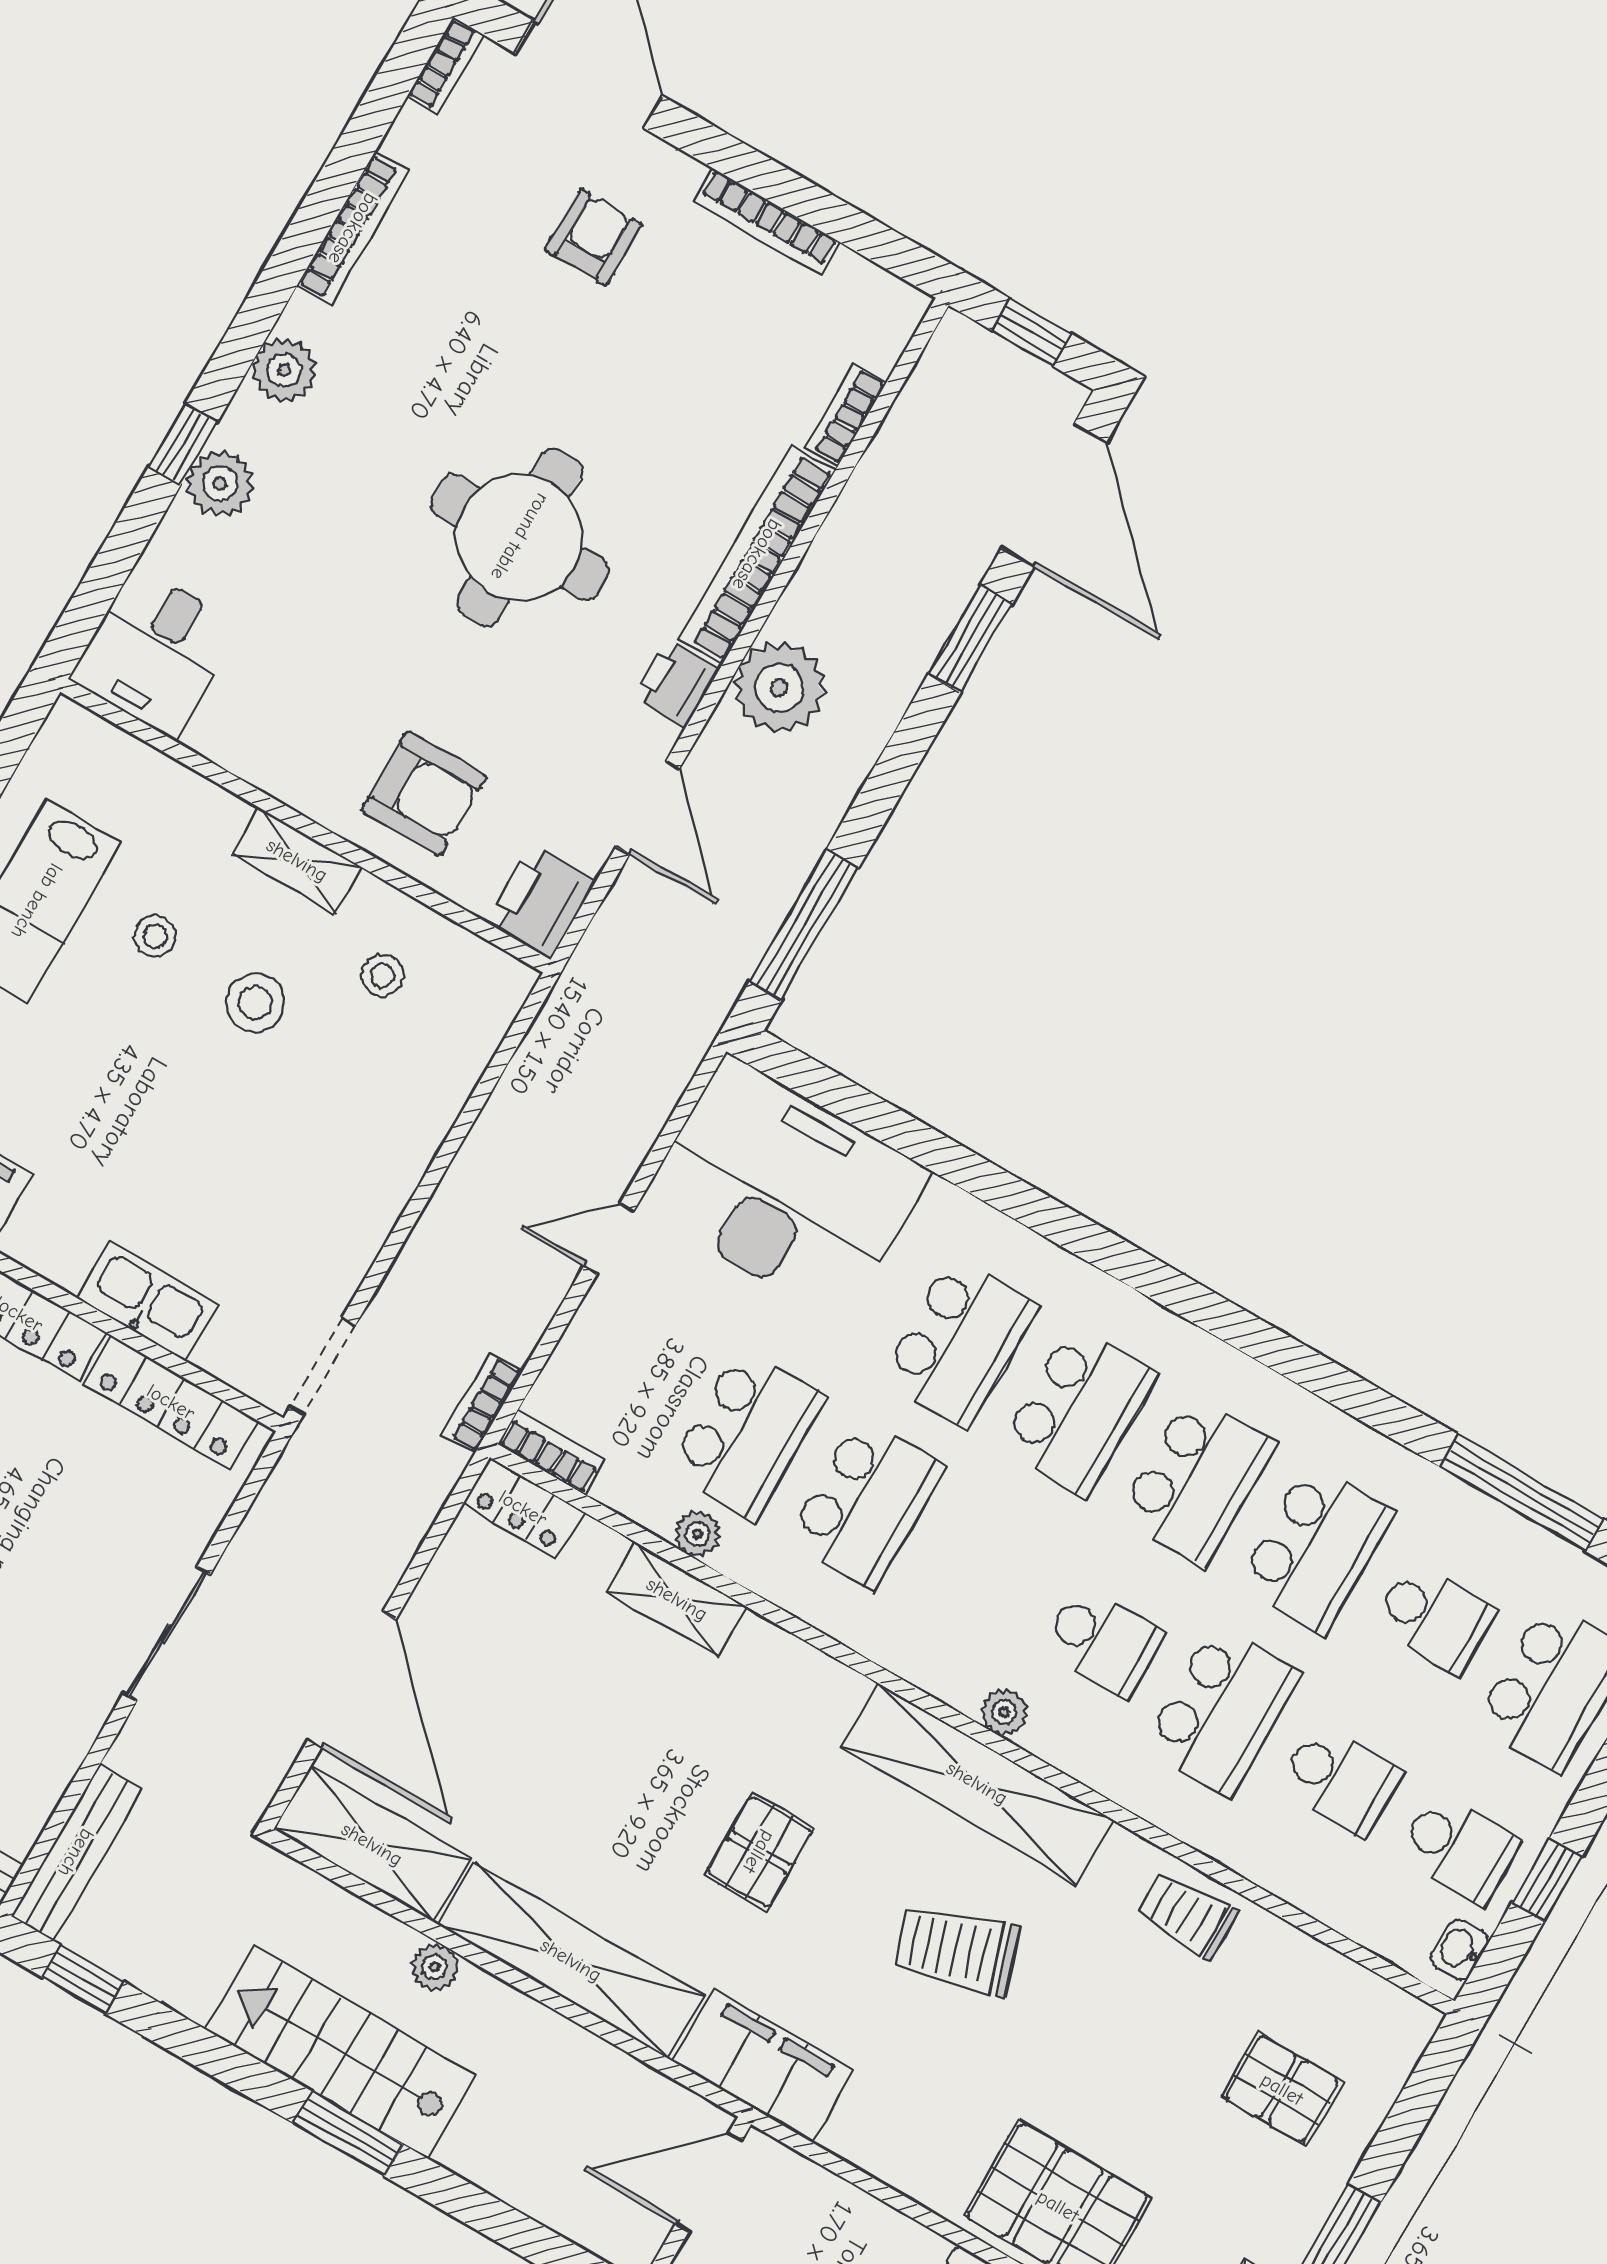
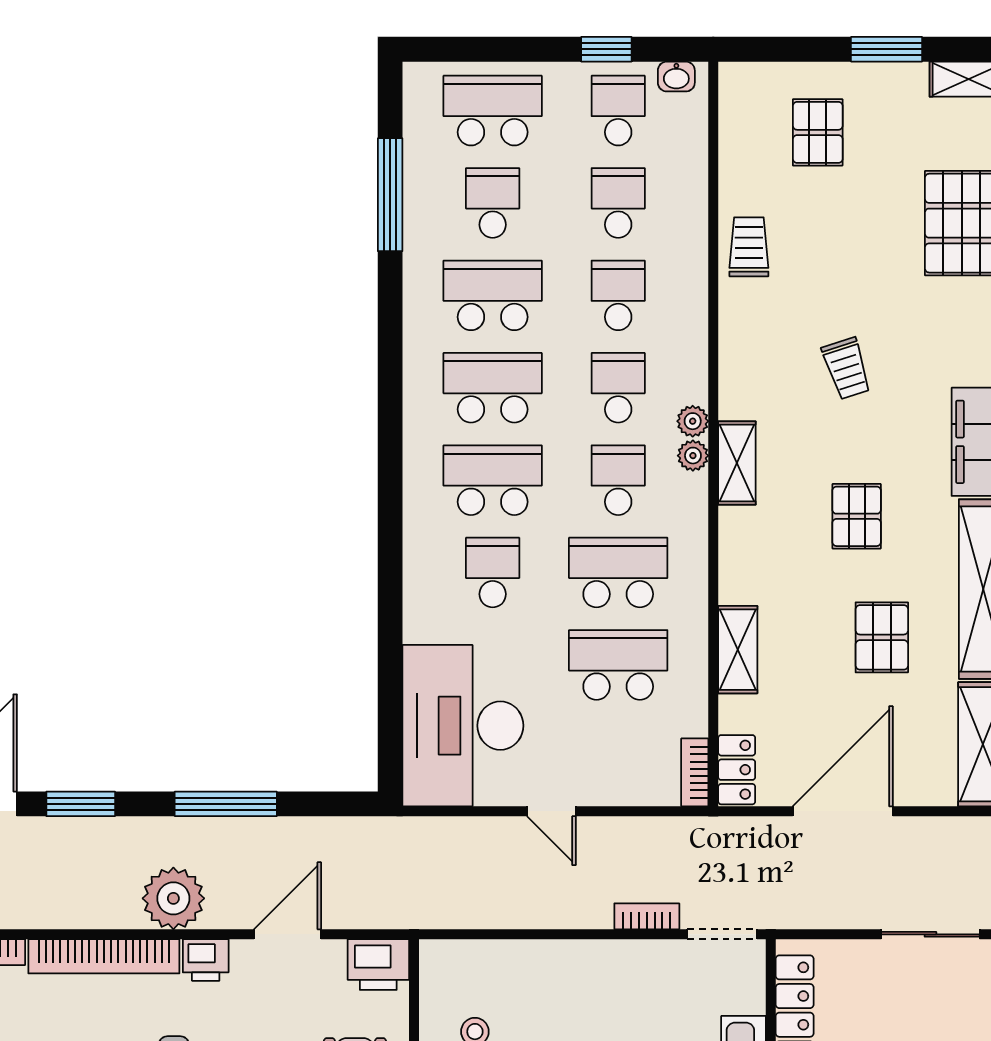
window: (804, 925) -> (226, 804), moved
school desk: (959, 1342) -> (493, 573), width x0.54
bookcase: (482, 1402) -> (647, 916), moved, turned 180
plant: (698, 1534) -> (693, 456), moved
school desk: (984, 1572) -> (618, 480), added
door: (352, 1680) -> (843, 811), moved
school desk: (1222, 1711) -> (618, 295), width x0.54
shelving: (977, 1783) -> (737, 463), width x0.45, depth x0.75
pallet: (585, 1794) -> (882, 637), added
pallet: (759, 1852) -> (857, 516), turned 90
trolley: (1186, 1915) -> (749, 247), turned 180
trolley: (957, 1950) -> (847, 368), width x0.73, depth x0.72

